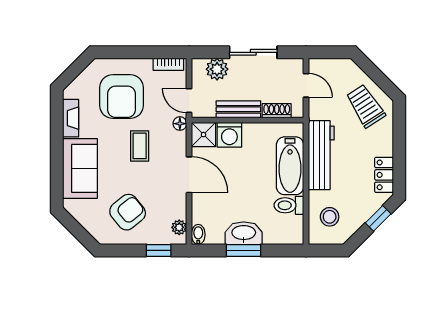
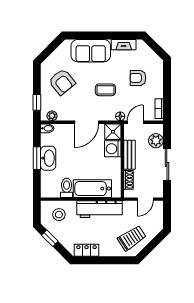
armchair: (122, 97) -> (138, 78), width x0.53, depth x0.53
window: (378, 218) -> (50, 238), moved

